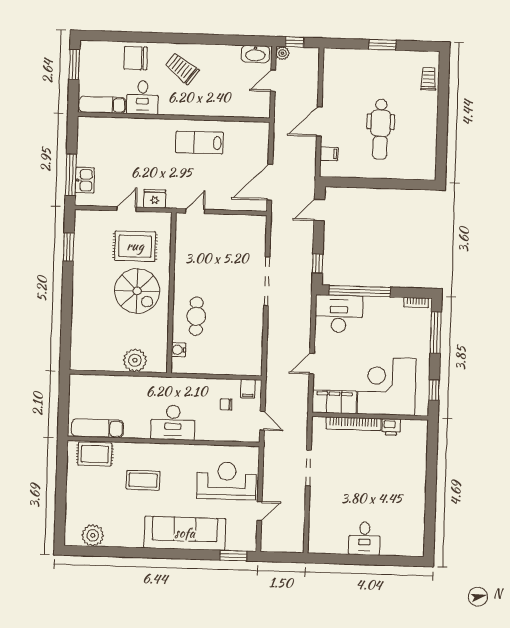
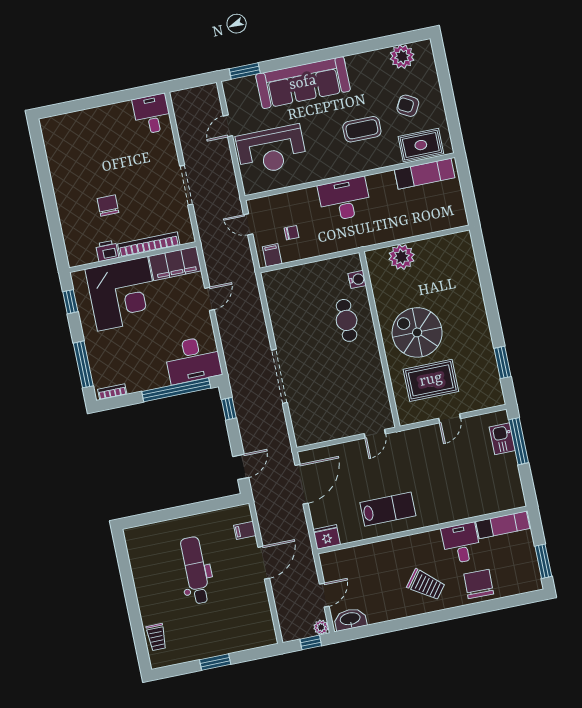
chair: (136, 58) -> (479, 584), turned -89
fridge: (155, 199) -> (327, 537), moved, turned 180
chair: (381, 466) -> (108, 206), added
armchair: (98, 491) -> (408, 106), added
desk: (364, 538) -> (152, 114), moved

